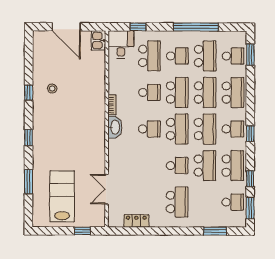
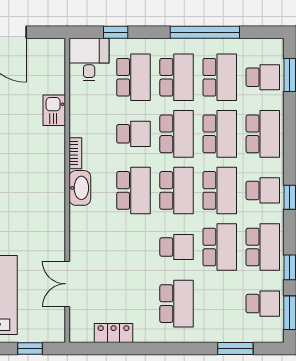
kitchen sink: (98, 41) -> (54, 110), moved
school desk: (177, 56) -> (177, 77), width x1.85
school desk: (149, 129) -> (133, 190), width x1.85

